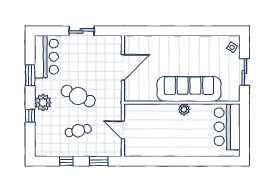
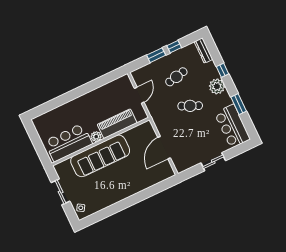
cafe table: (78, 96) -> (190, 106), width x0.73, depth x0.74
piano: (158, 112) -> (117, 124), added
bar counter: (227, 127) -> (68, 143), moved, turned -90
door: (123, 130) -> (139, 95), hinge flipped
dresser: (40, 144) -> (203, 51), added
window: (99, 161) -> (156, 55), moved

